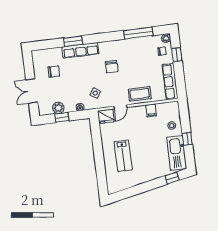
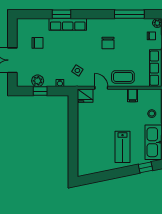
chair: (111, 67) -> (108, 43), moved
door: (120, 107) -> (101, 88), swing flipped
lab bench: (123, 156) -> (123, 147), moved

